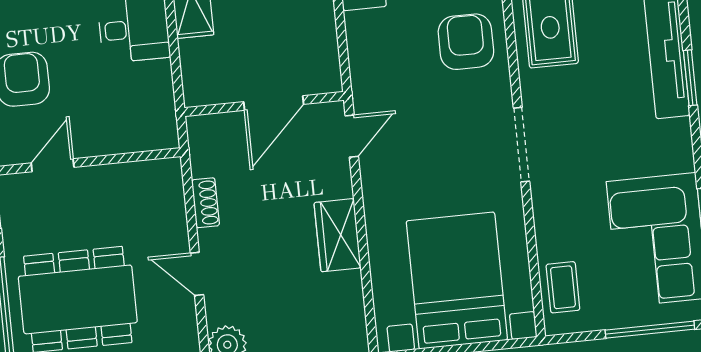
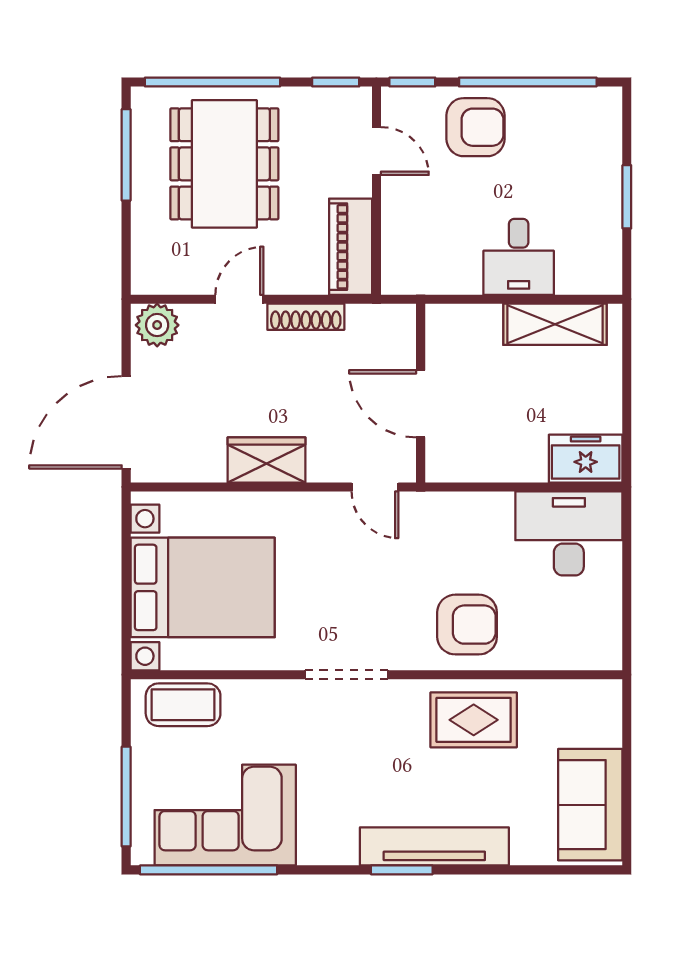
piano: (140, 180) -> (351, 247), added
shoe rack: (205, 203) -> (306, 317), width x1.43
coffee table: (563, 287) -> (183, 705), width x1.36, depth x1.30

